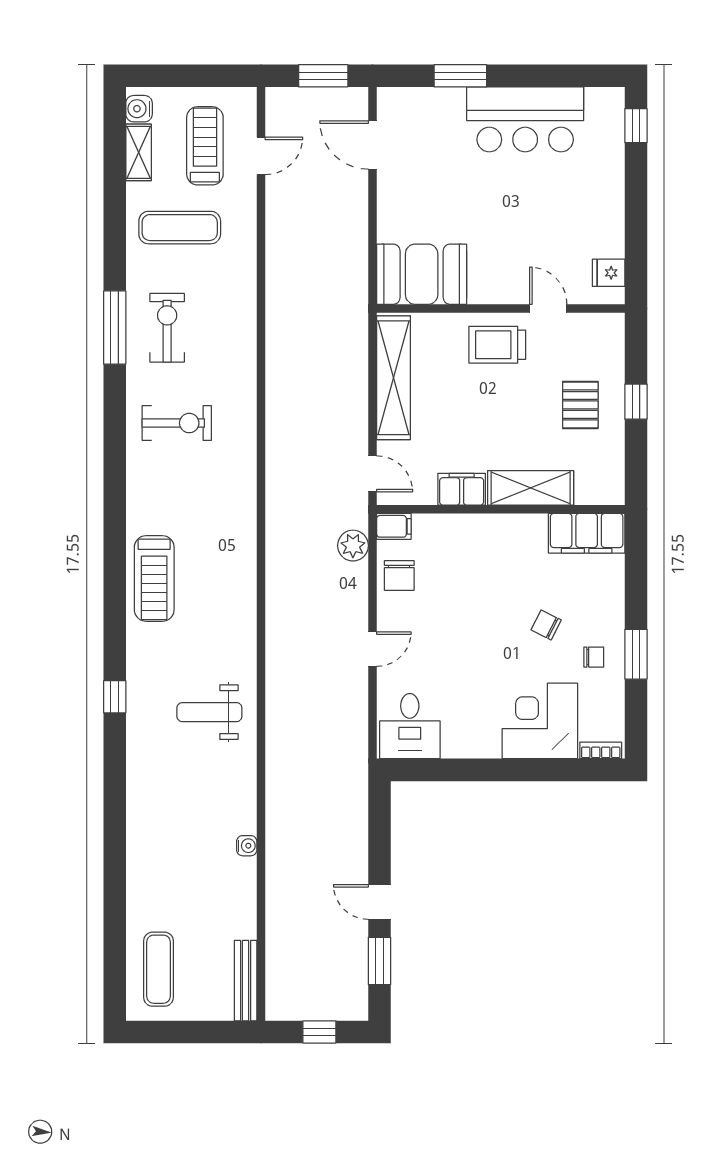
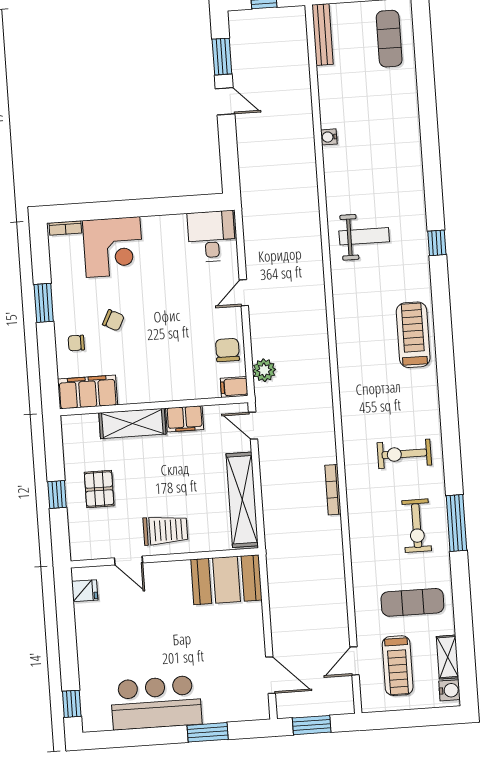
bookcase: (274, 383) -> (333, 490), added
chair: (594, 657) -> (76, 343), moved

